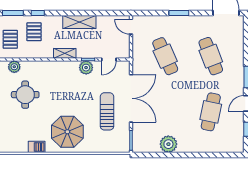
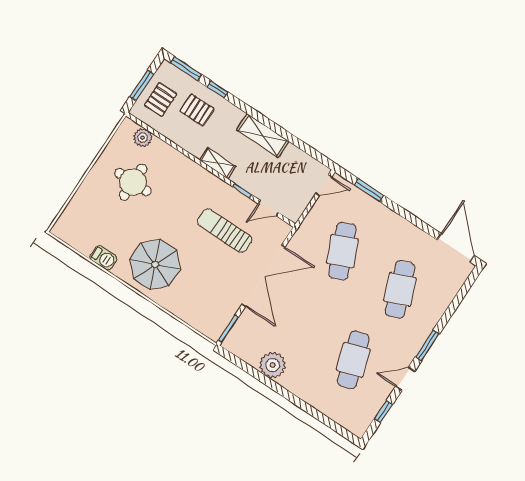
window: (179, 13) -> (369, 190), moved
door: (131, 27) -> (324, 185), swing flipped
pallet: (34, 32) -> (197, 110), turned 90
plant: (86, 68) -> (233, 199), removed
sun lounger: (107, 111) -> (225, 231), moved, turned -90
cafe table: (211, 112) -> (353, 360), turned -30

